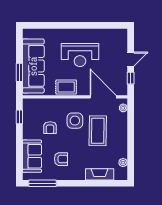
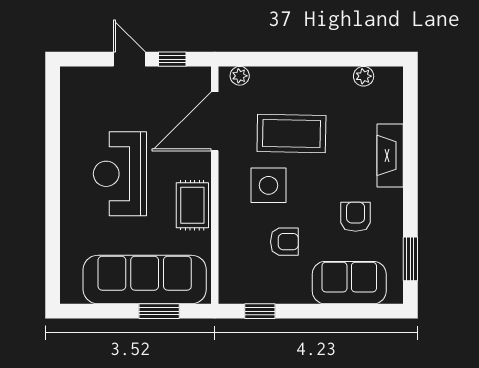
reception desk: (80, 55) -> (120, 174), turned 180
fireplace: (100, 174) -> (390, 155), moved
window: (42, 183) -> (410, 259), width x0.69

